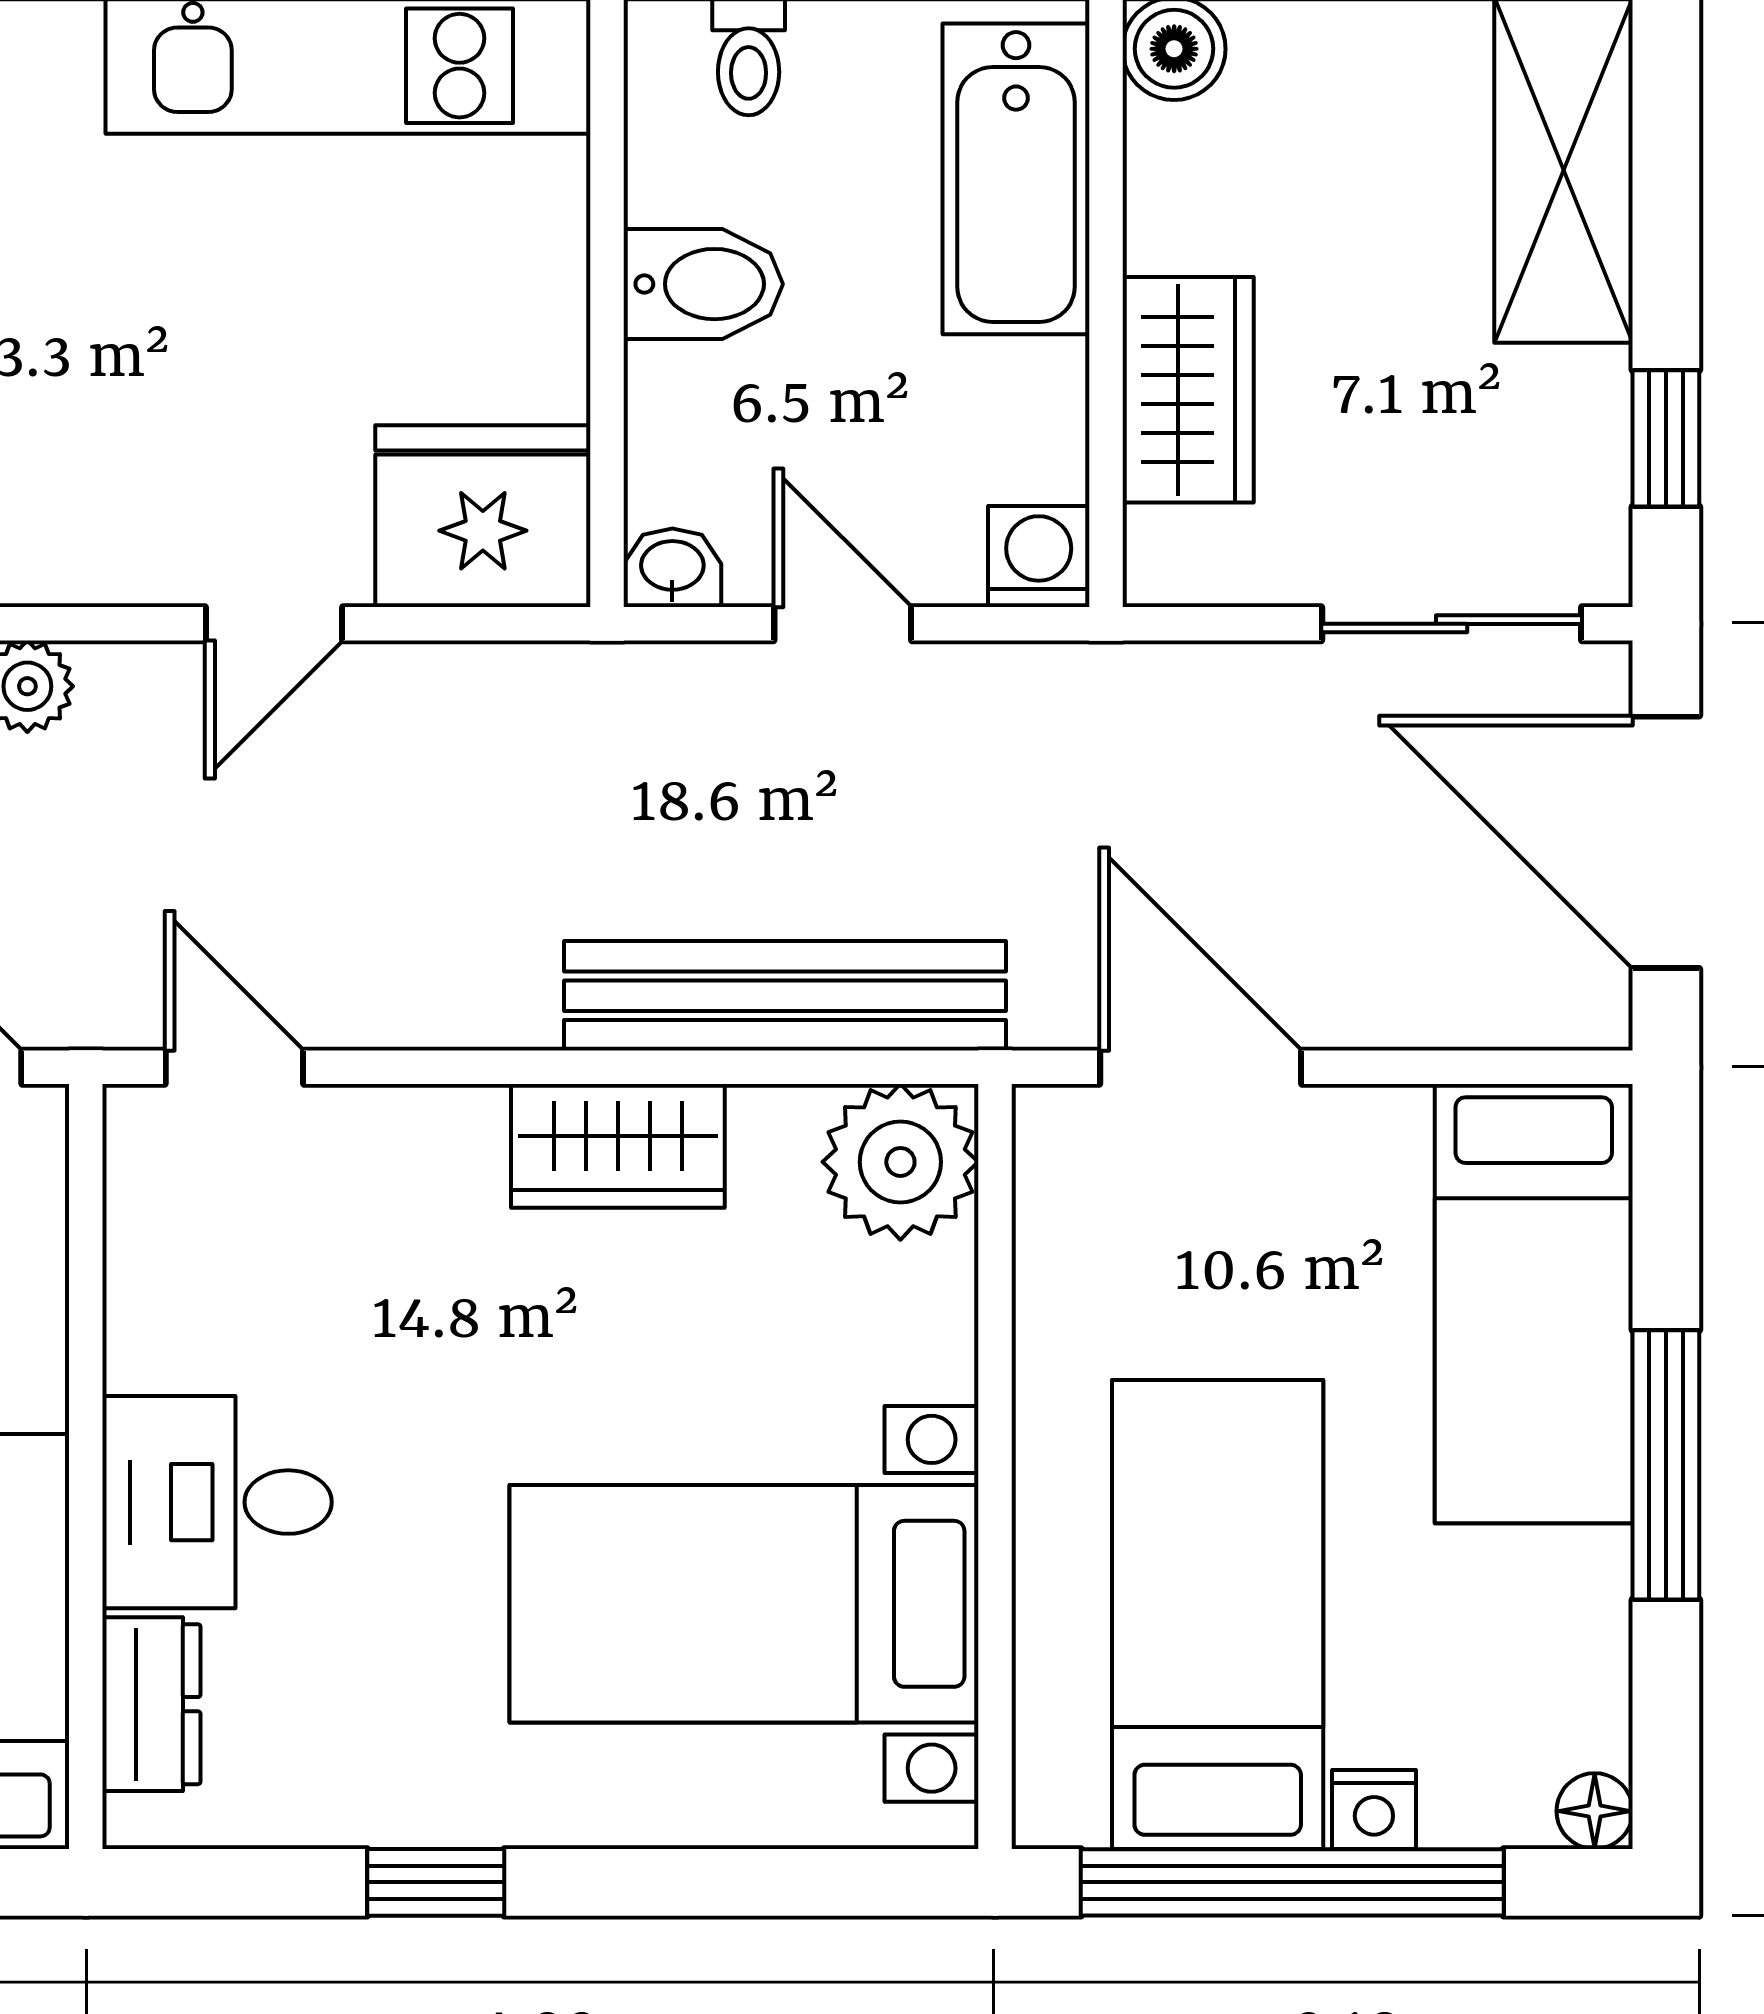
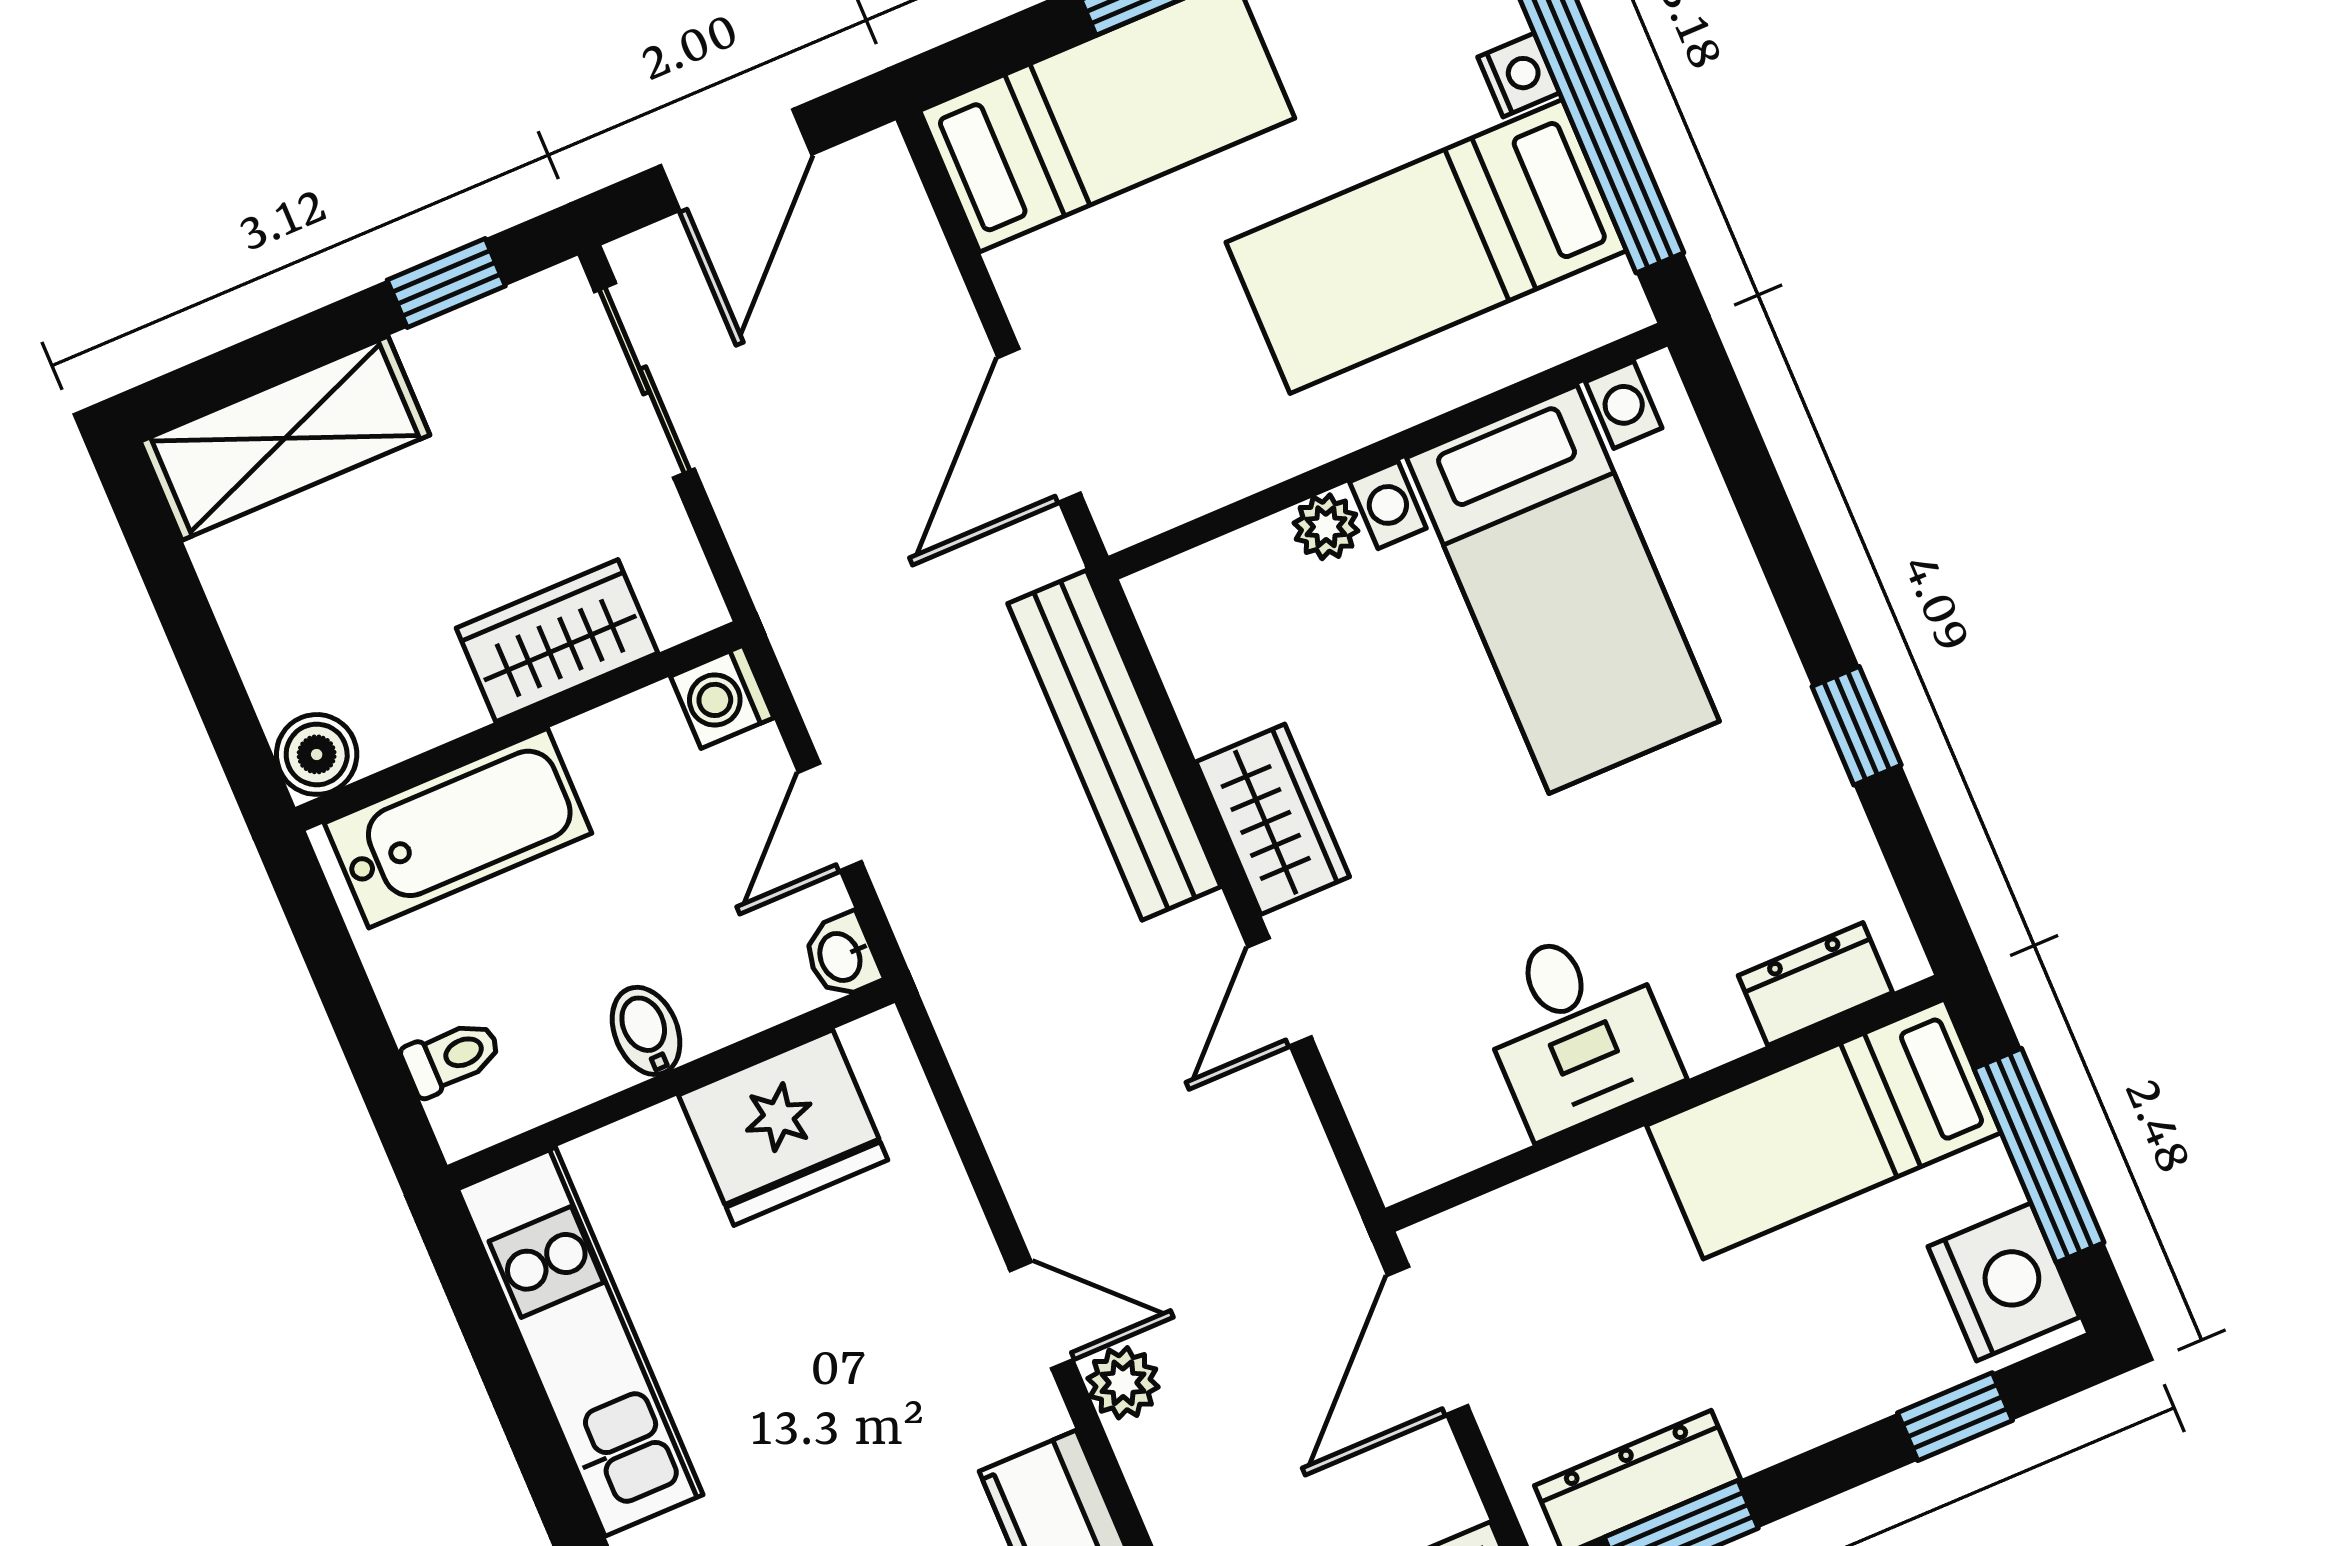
bidet: (703, 284) -> (646, 1031), width x0.72, depth x0.74
fridge: (483, 516) -> (783, 1128), moved, turned -90
door: (274, 624) -> (1041, 1315), moved
door: (1666, 842) -> (736, 160), width x0.73
door: (234, 1067) -> (1280, 992), moved
plant: (900, 1162) -> (1326, 527), moved, width x0.53, depth x0.53
desk: (217, 1502) -> (1576, 1030), moved

